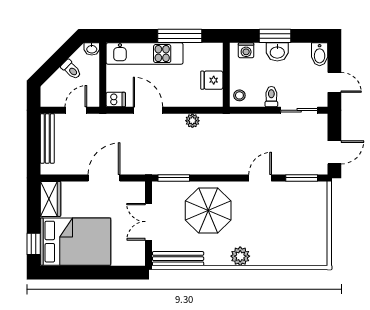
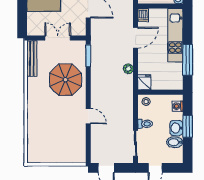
bidet: (320, 54) -> (175, 142), moved
fridge: (212, 80) -> (144, 82), moved
window: (302, 178) -> (88, 145), removed
plant: (240, 256) -> (34, 102), removed

